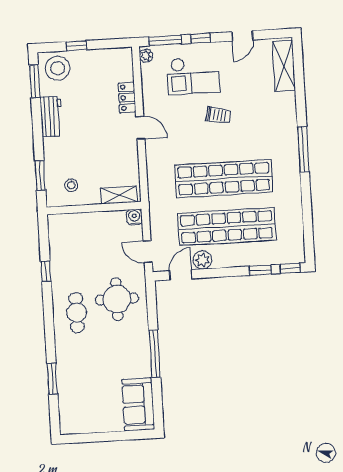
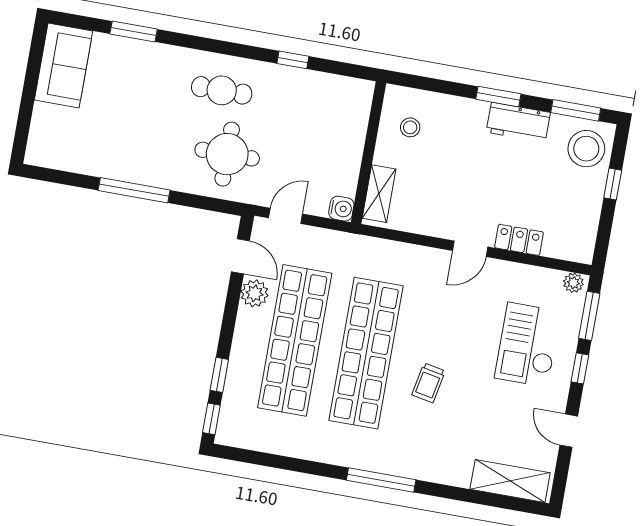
trolley: (218, 115) -> (429, 383), moved
window: (40, 175) -> (498, 97), moved
sofa: (138, 404) -> (63, 66), moved, turned 90

